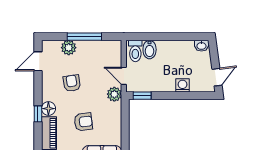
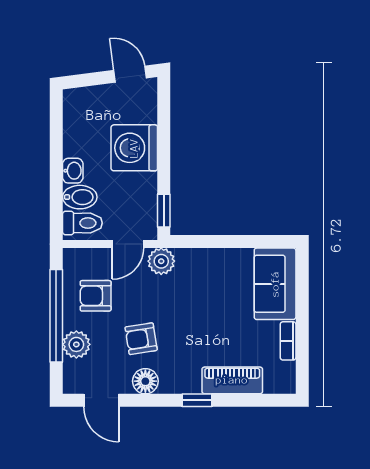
window: (84, 37) -> (56, 316), width x1.46
washbasin: (201, 46) -> (73, 171), moved
washing machine: (182, 85) -> (134, 148), width x1.89, depth x1.89
floor lamp: (48, 109) -> (145, 381), moved
armchair: (83, 122) -> (96, 296), moved, turned -83

